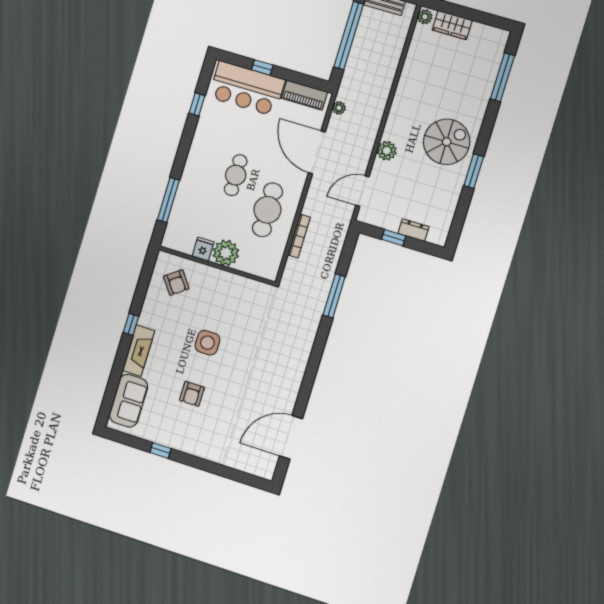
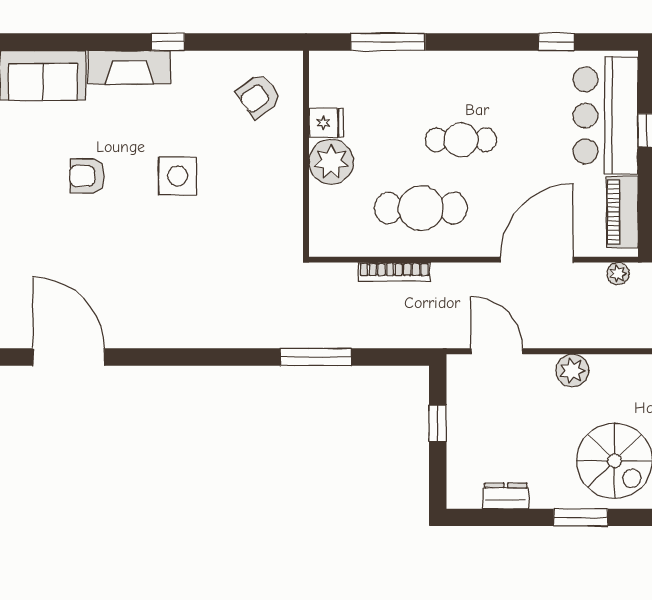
dresser: (413, 230) -> (506, 496), moved, turned -90

